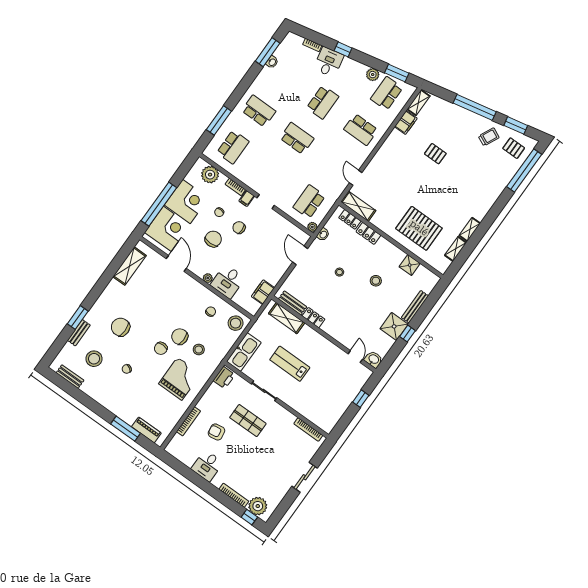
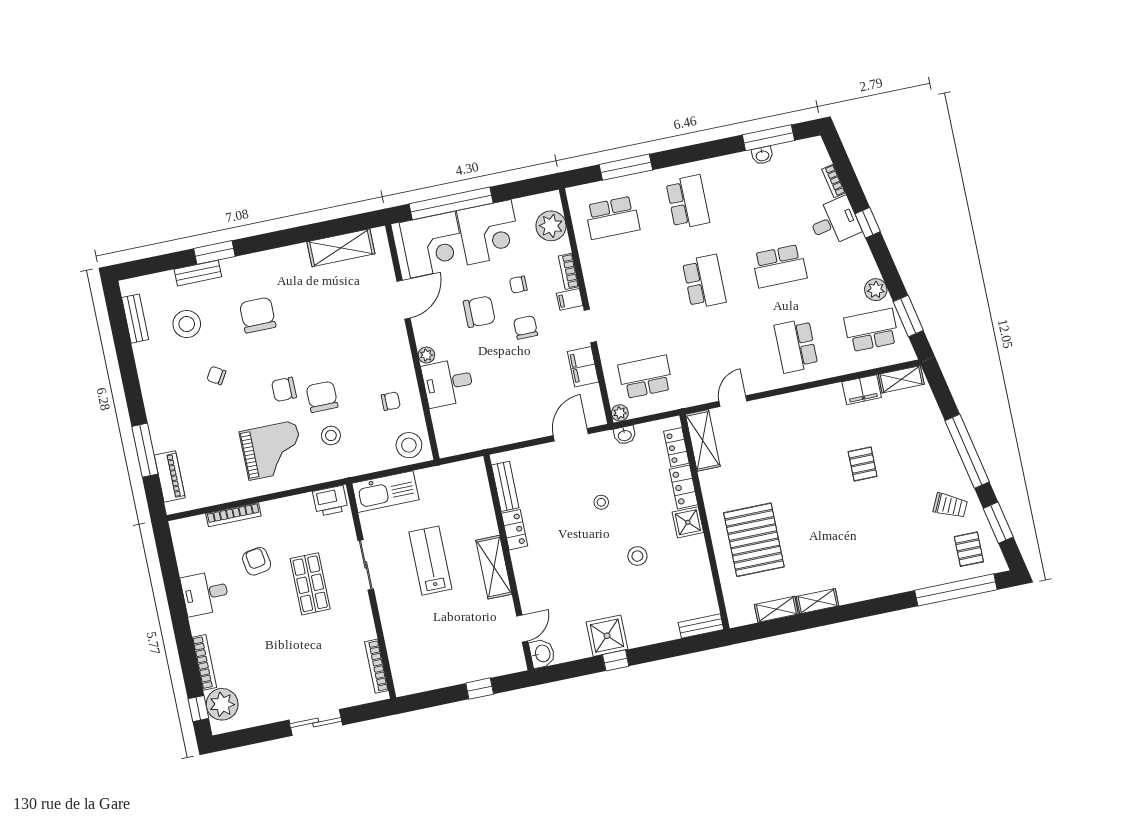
shower: (410, 265) -> (688, 522), moved
filing cabinet: (263, 292) -> (583, 367), moved, turned -90
bench: (415, 307) -> (701, 626), moved, width x0.73
shelving: (287, 318) -> (494, 567), moved

